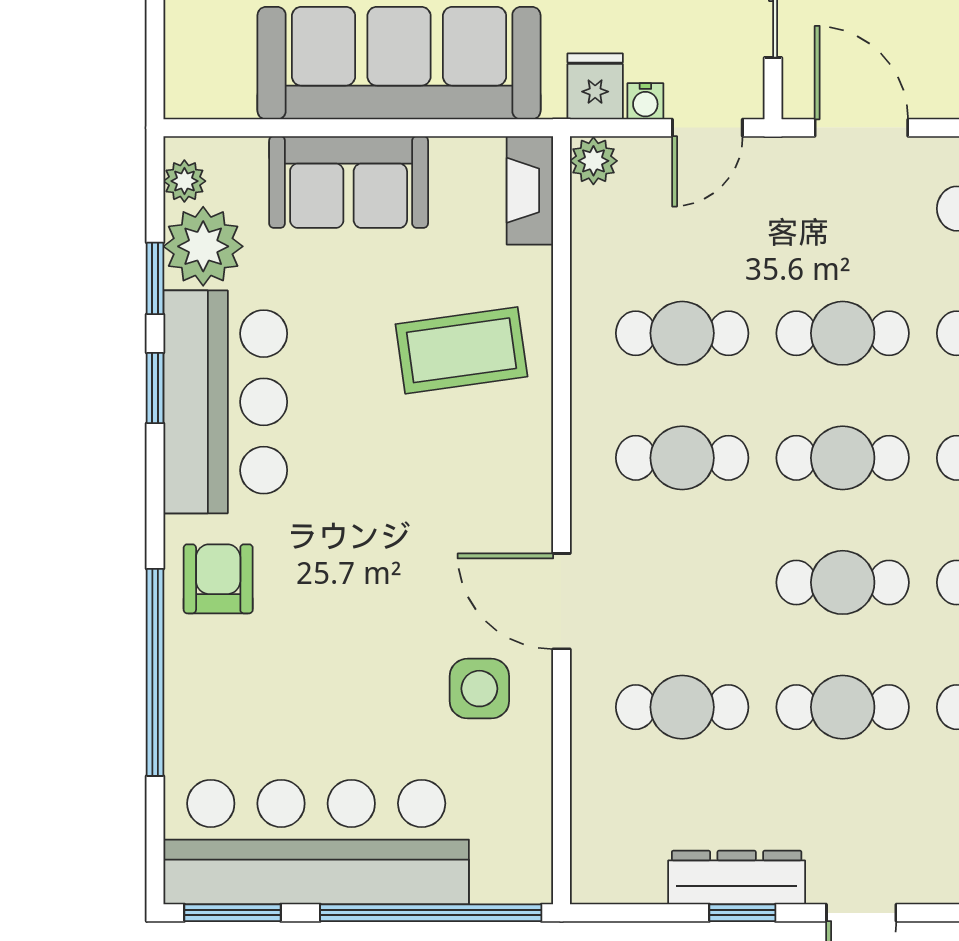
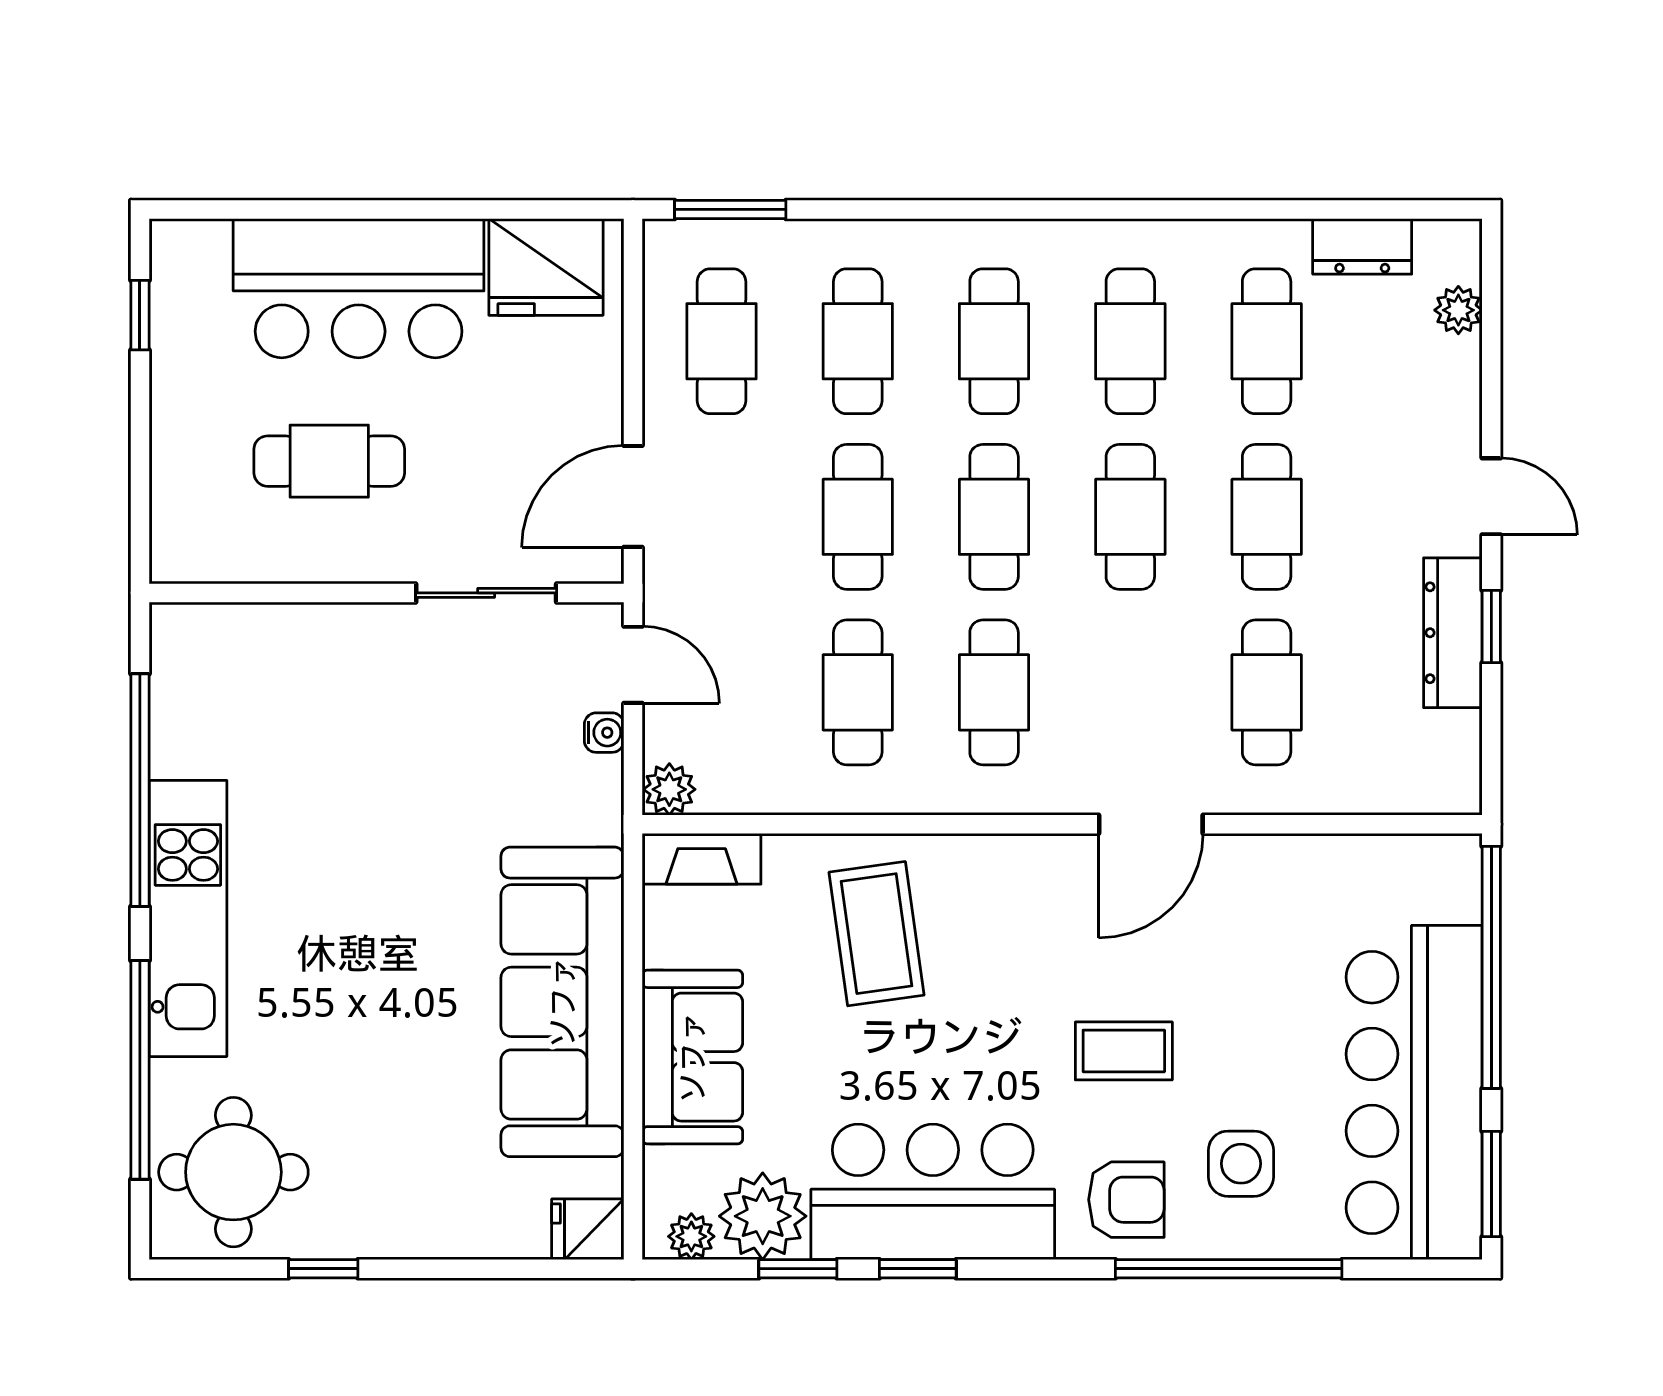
fridge: (595, 86) -> (588, 1229), moved
coffee table: (354, 577) -> (1124, 1051), added
armchair: (218, 579) -> (1126, 1200), turned 180
side table: (479, 689) -> (1241, 1164), moved

